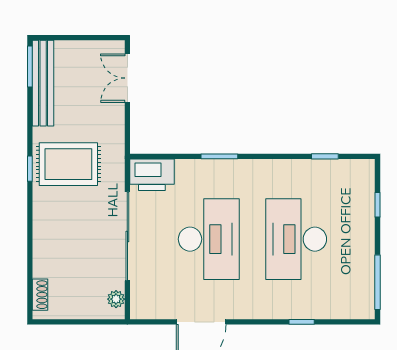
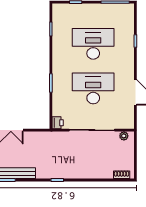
rug: (68, 164) -> (55, 160), removed
printer: (152, 175) -> (58, 123), width x0.53, depth x0.68
desk: (296, 239) -> (93, 44), turned 180

